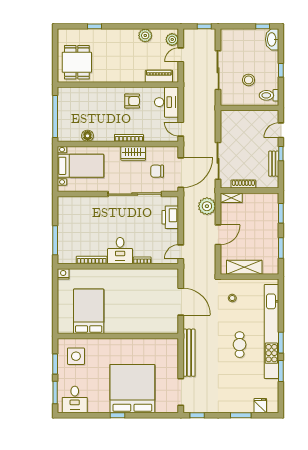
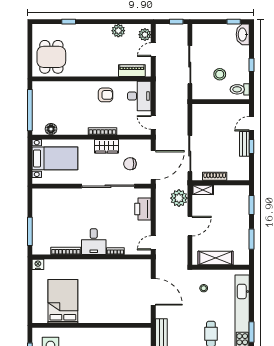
floor lamp: (88, 136) -> (51, 129), moved
bench: (274, 164) -> (244, 144), moved

